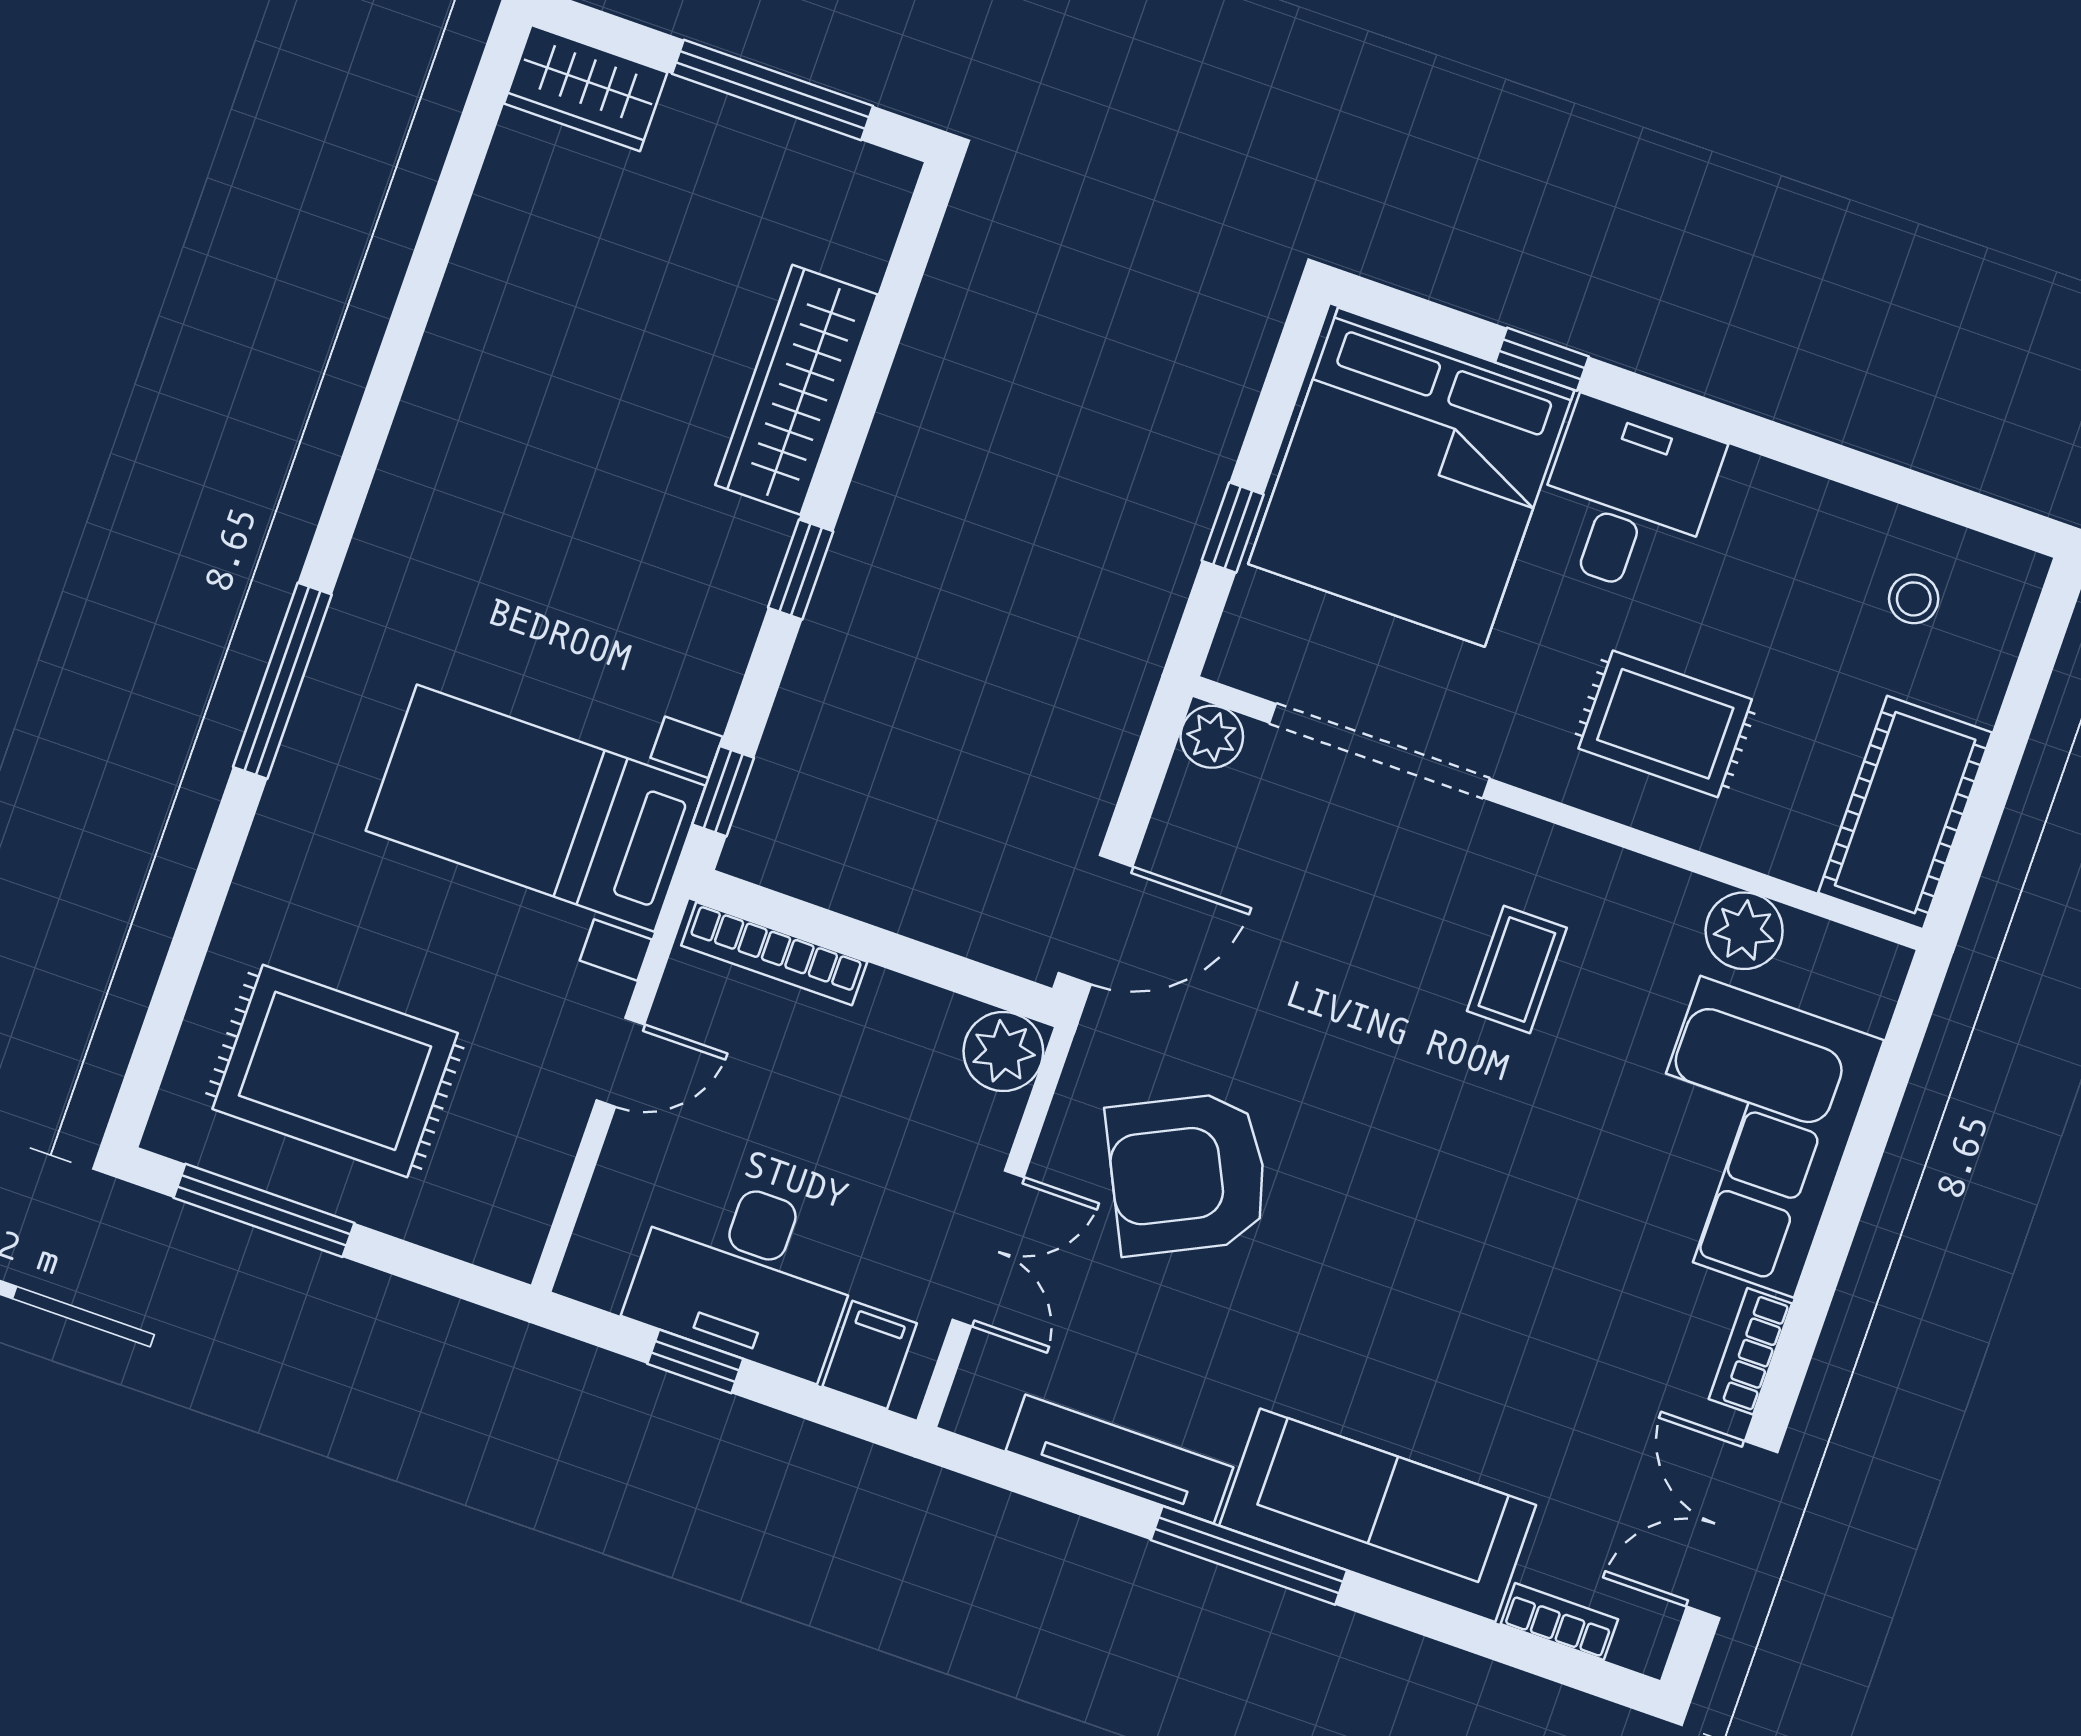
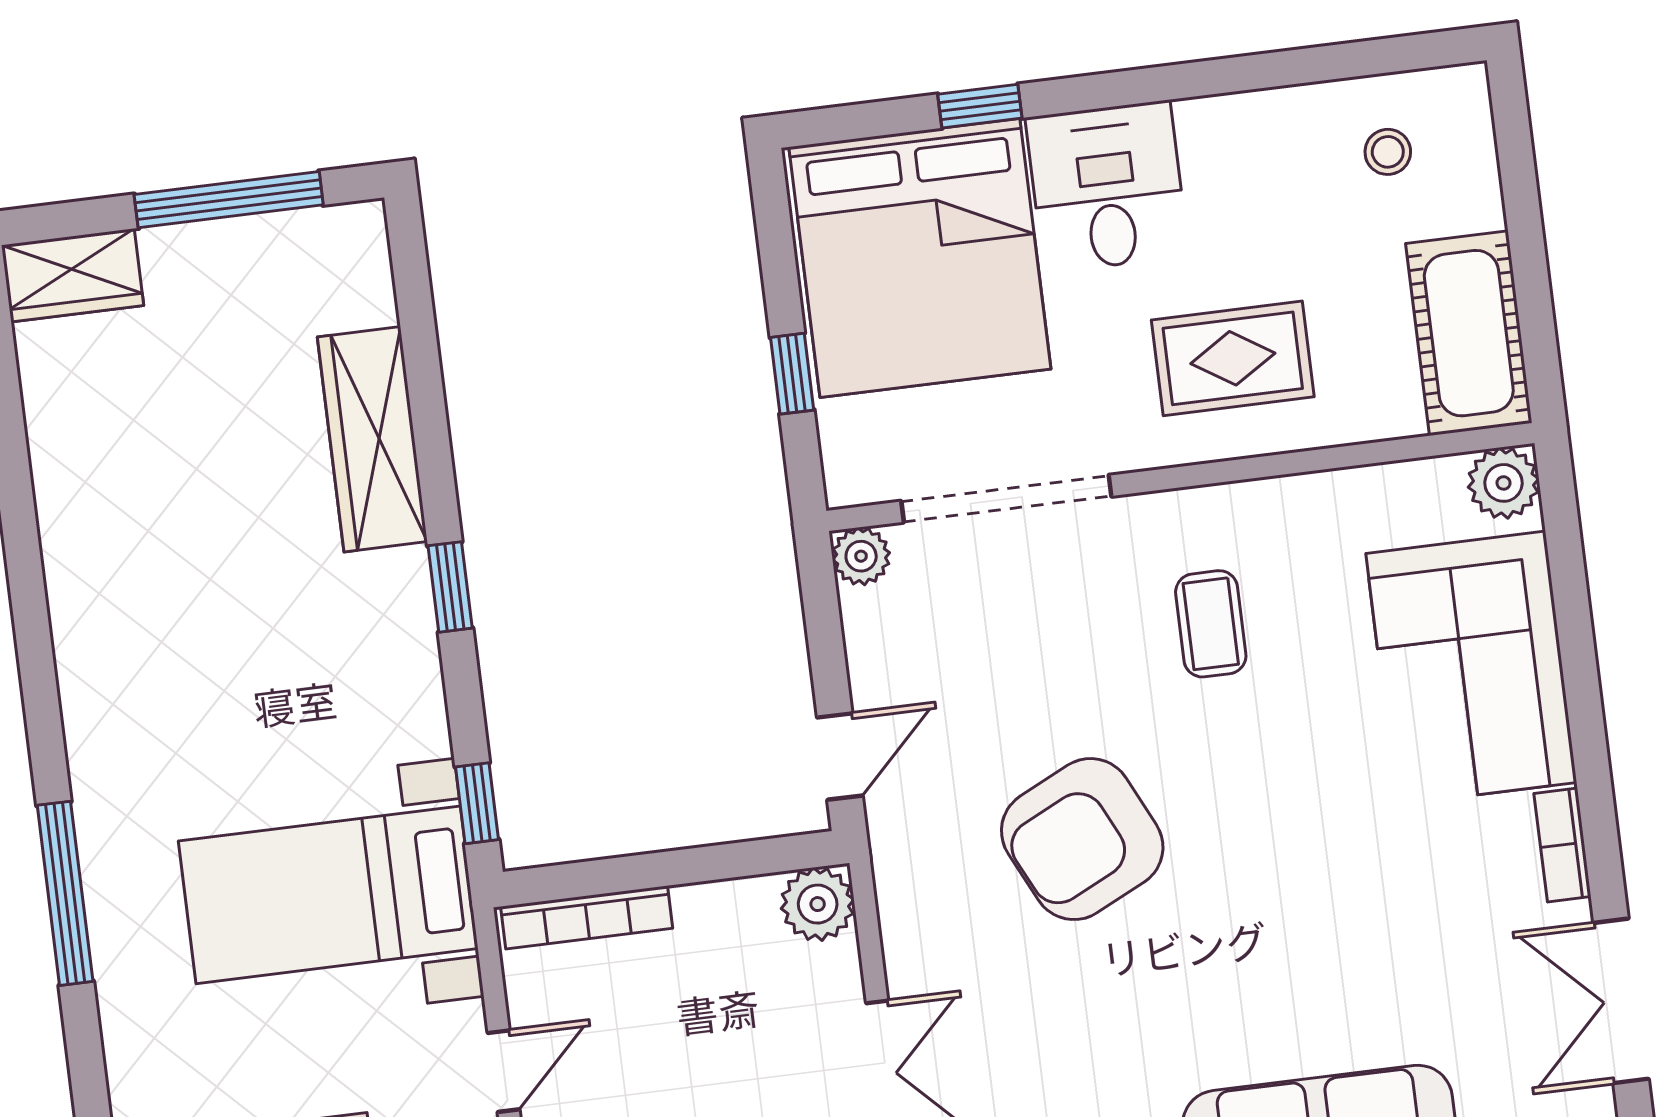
door: (1095, 920) -> (840, 756), width x0.73
plant: (1744, 931) -> (1504, 483), moved
armchair: (1188, 1174) -> (1082, 839), moved

